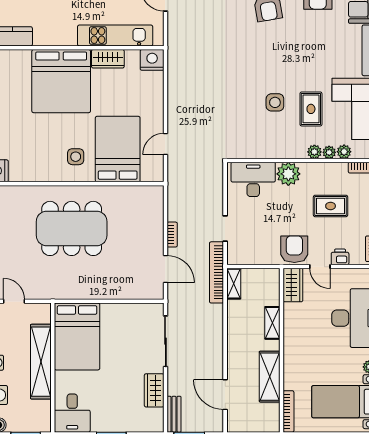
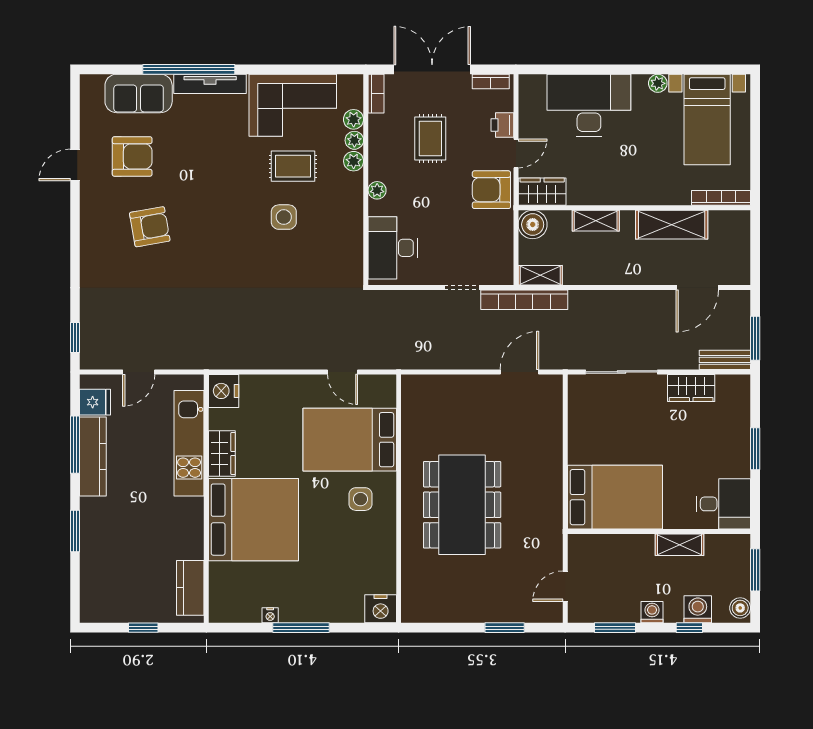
plant: (288, 174) -> (377, 190), width x0.53, depth x0.53
bookcase: (172, 235) -> (471, 363), removed
boiler: (270, 278) -> (533, 224), added
shelving: (41, 362) -> (679, 545), width x0.45, depth x0.75

